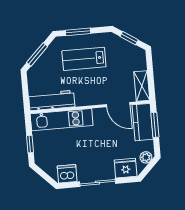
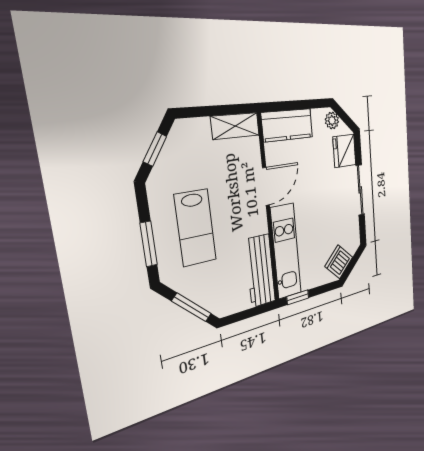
door: (118, 105) -> (266, 186), moved
window: (155, 125) -> (291, 105), removed
window: (30, 144) -> (298, 297), moved
dishwasher: (67, 174) -> (339, 262), moved, turned 45

